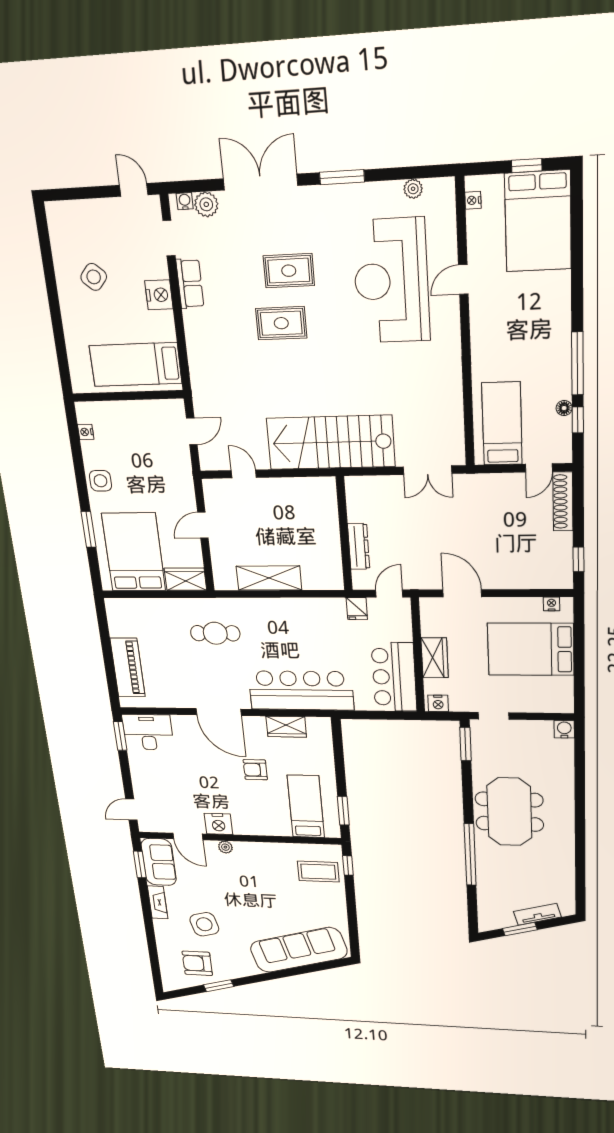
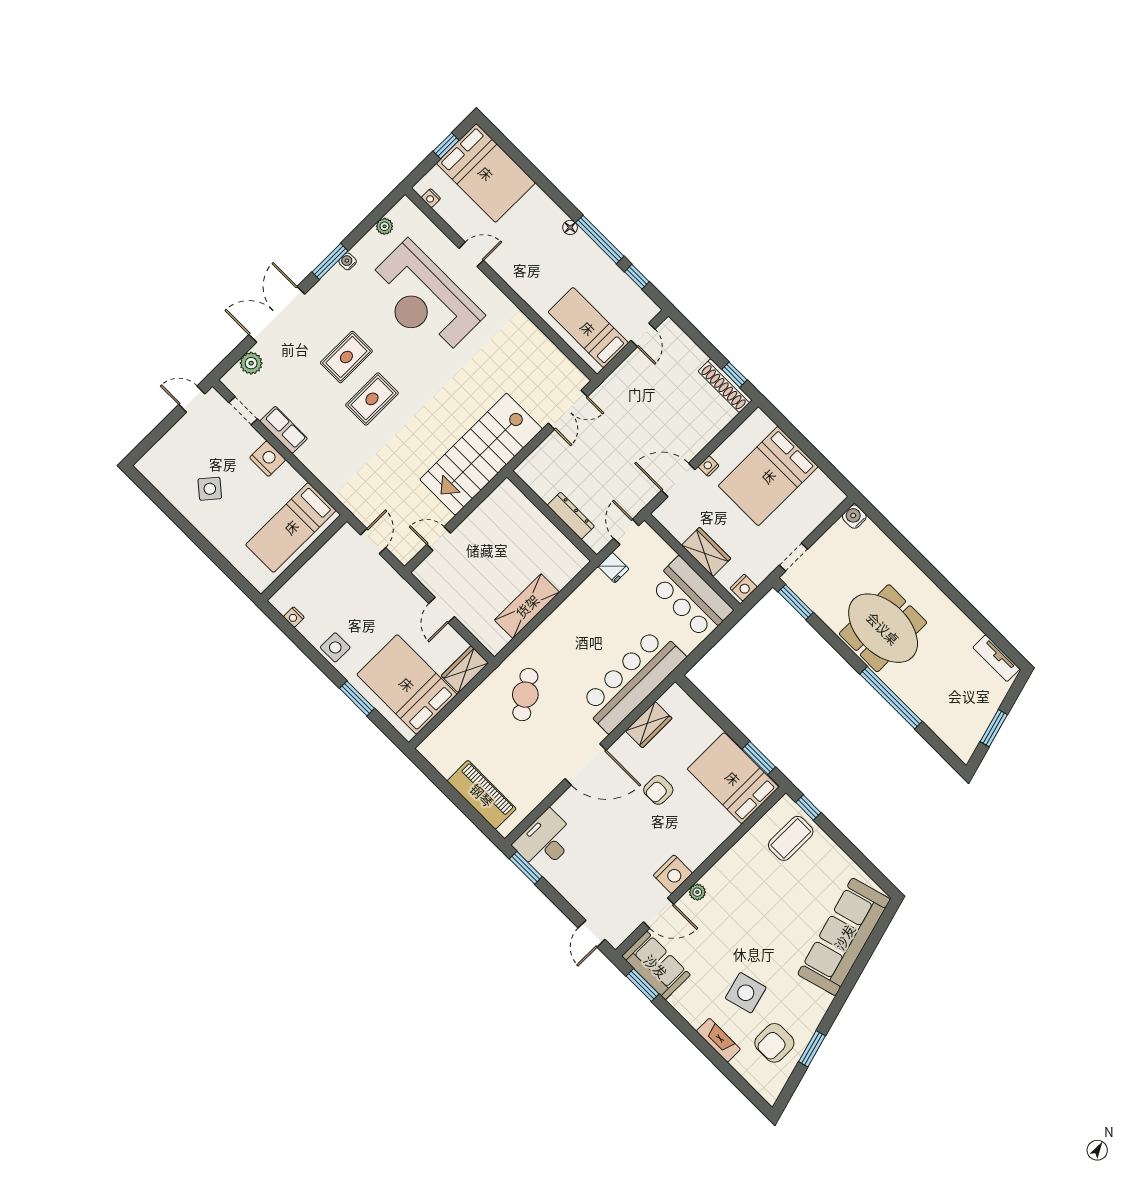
water cooler: (185, 201) -> (348, 261), moved
door: (463, 279) -> (471, 254), swing flipped
floor lamp: (564, 408) -> (570, 227), moved
shoe rack: (563, 502) -> (725, 386), moved
nightstand: (552, 604) -> (709, 466), moved
cafe table: (215, 633) -> (525, 695), turned -34
bed: (306, 806) -> (733, 778), width x1.50
fireplace: (158, 902) -> (718, 1040), moved
tv unit: (537, 914) -> (996, 658), moved, turned -74

